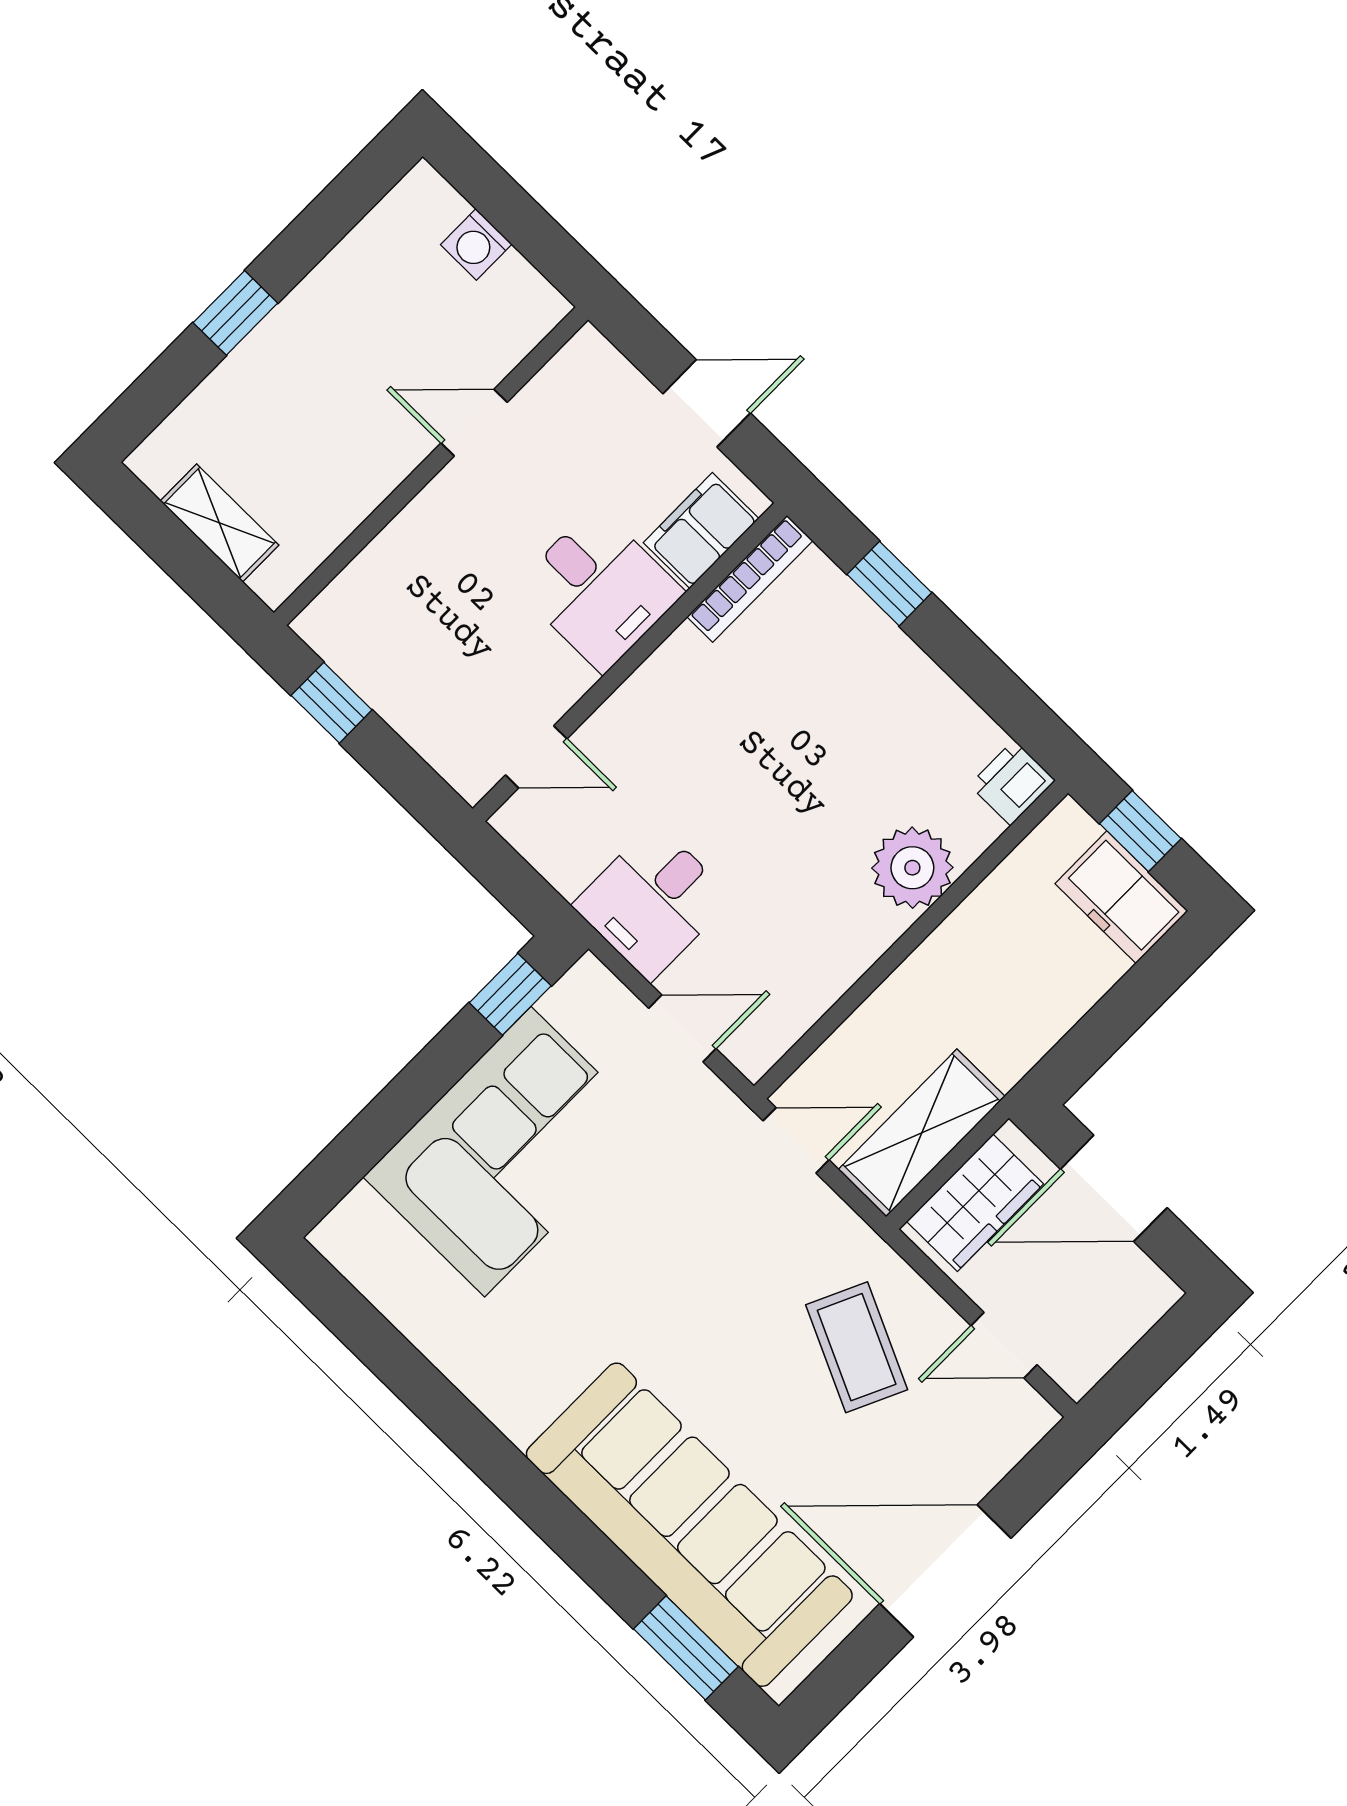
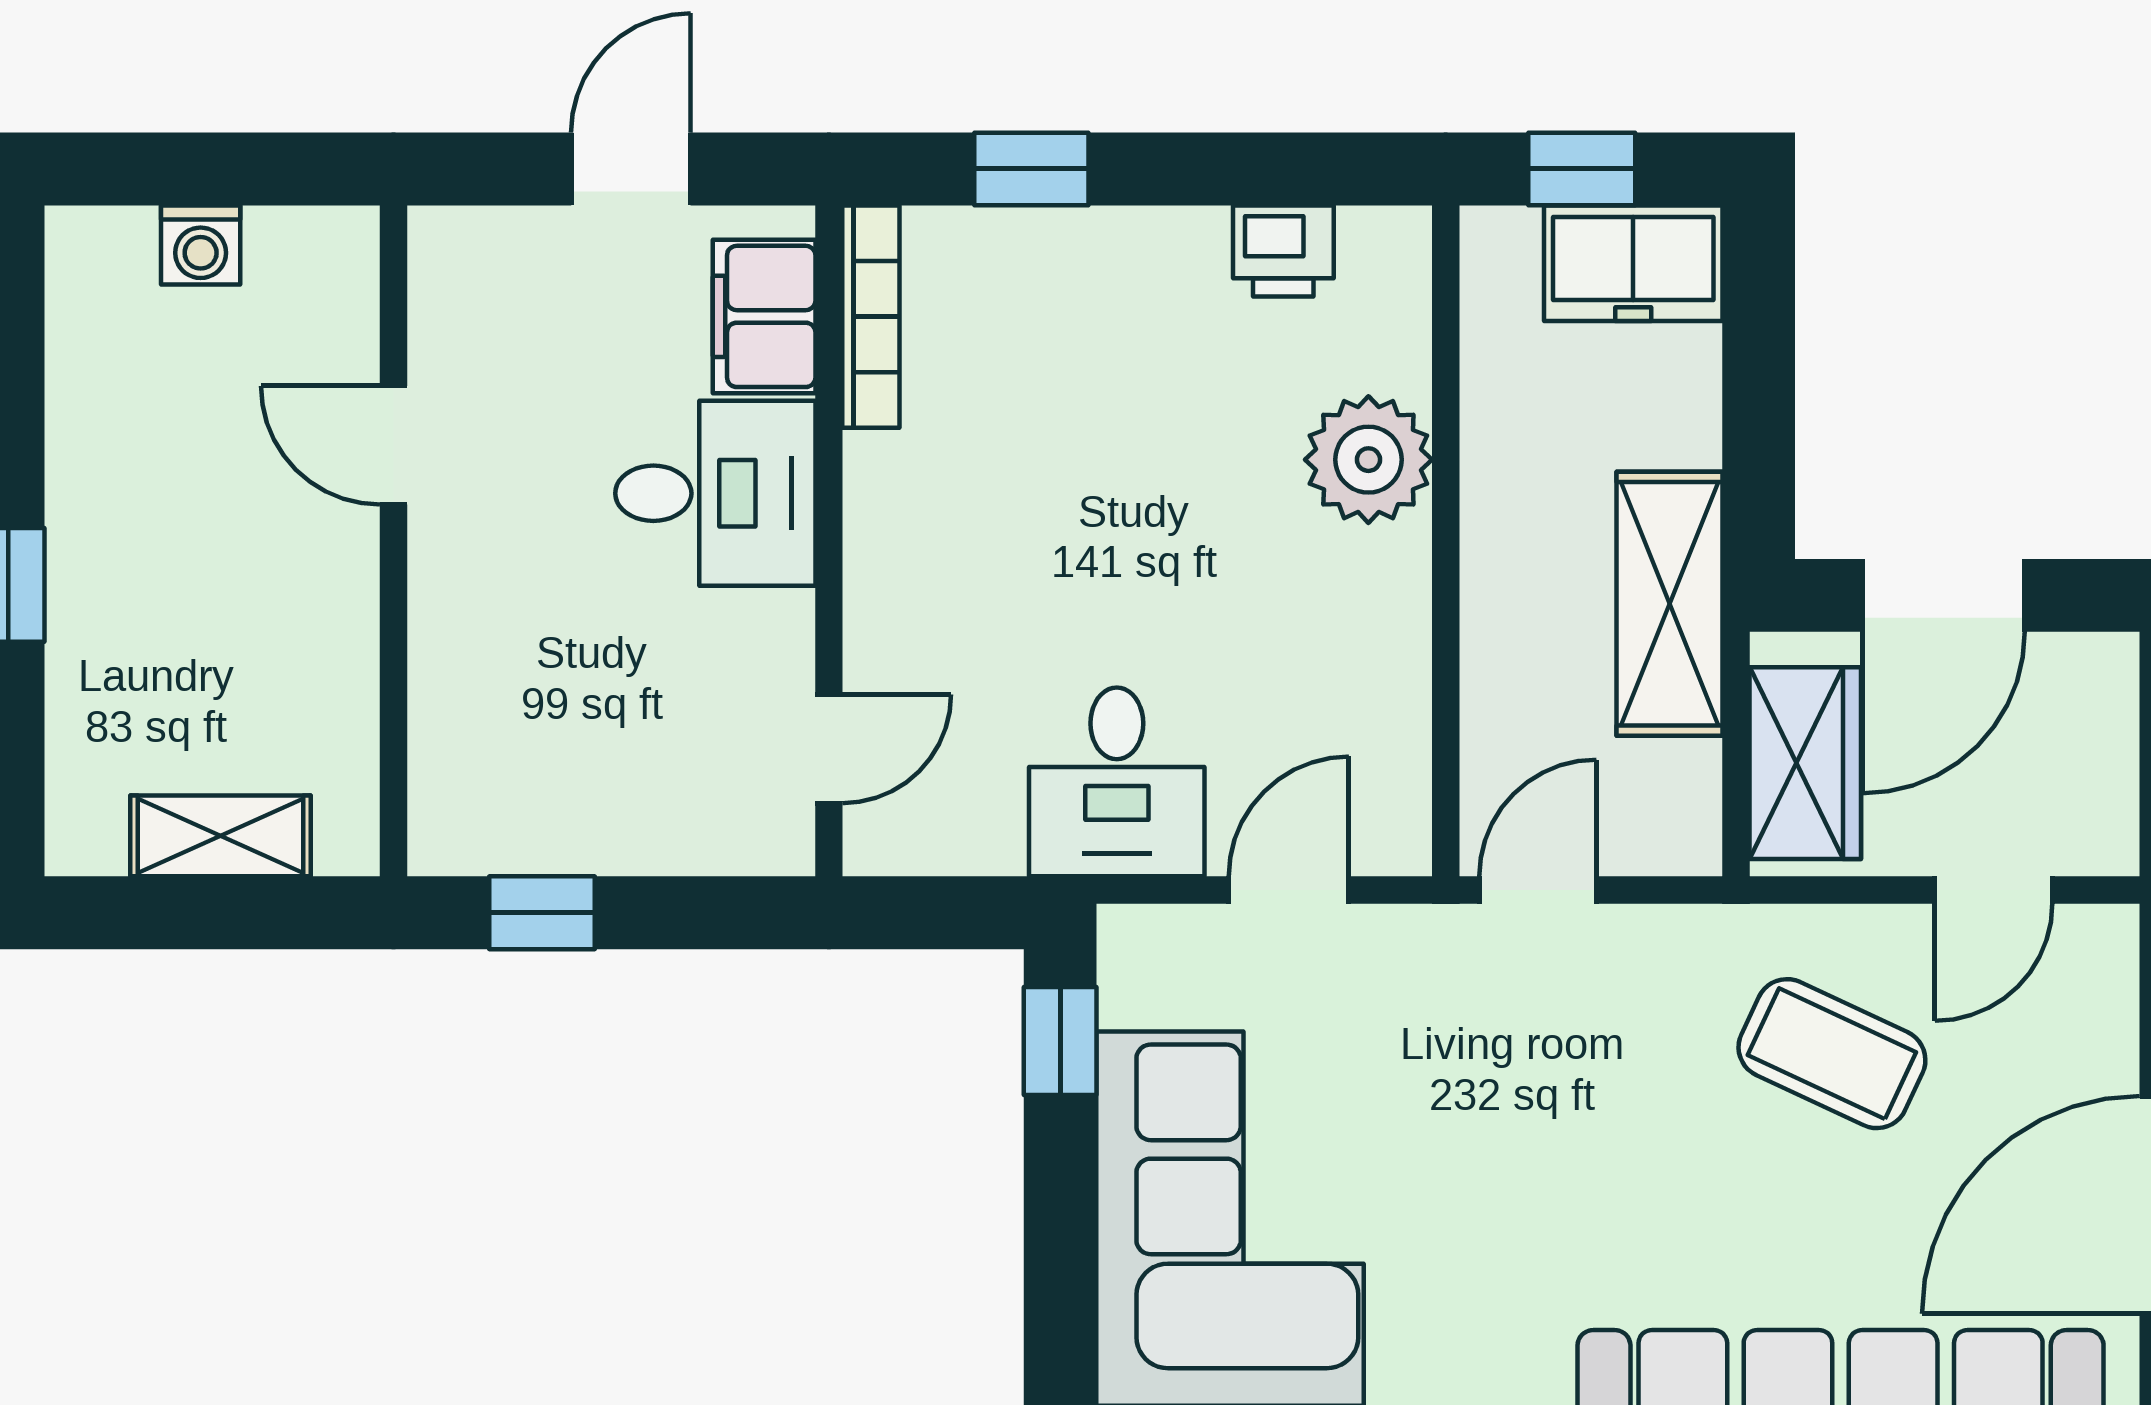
door: (474, 423) -> (394, 445), hinge flipped
printer: (1012, 783) -> (1283, 251), moved, turned -90
shelving: (922, 1133) -> (1669, 604), moved

